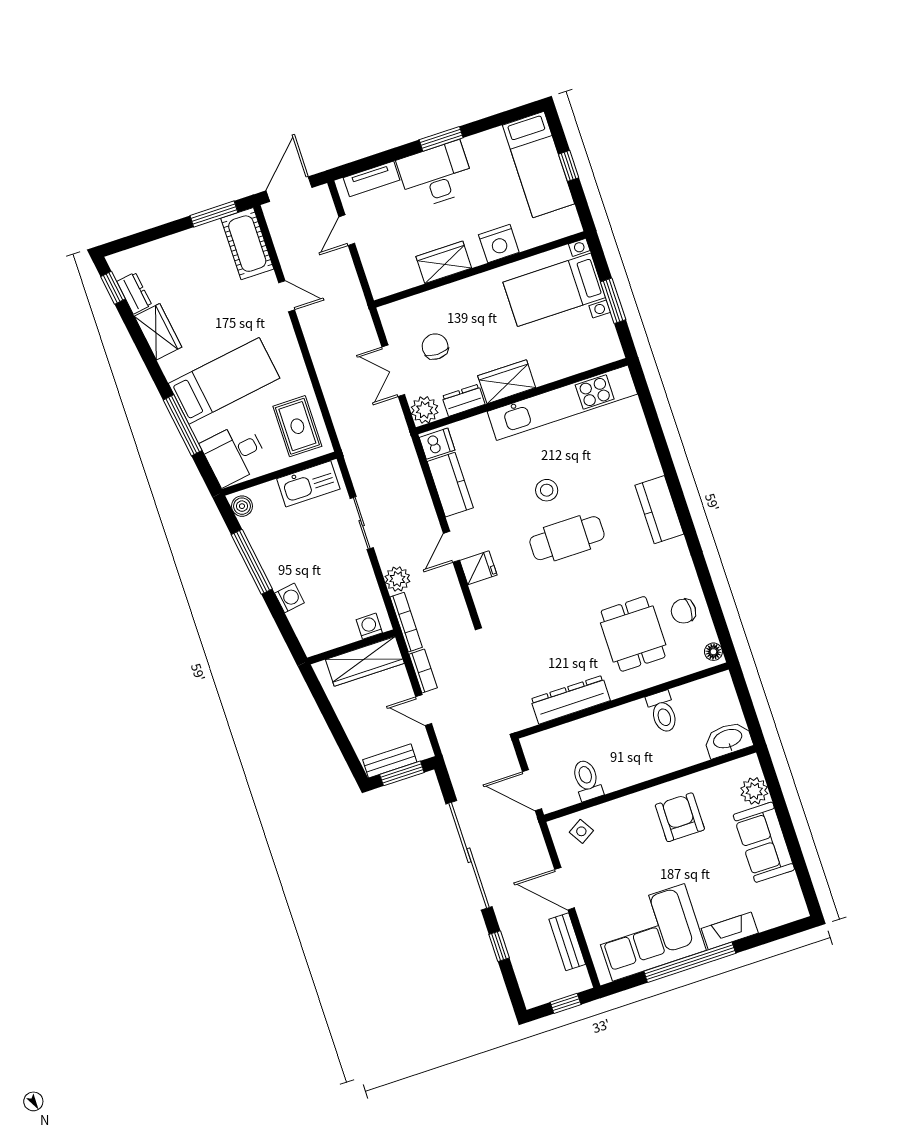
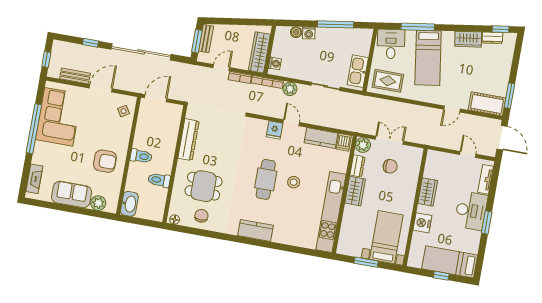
boiler: (242, 506) -> (296, 32), moved
toilet: (587, 780) -> (141, 156), moved
fireplace: (730, 931) -> (34, 179), moved

